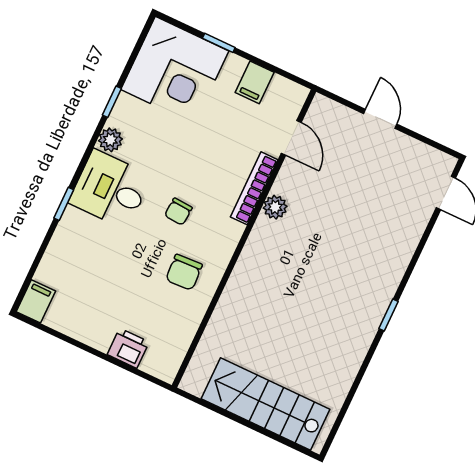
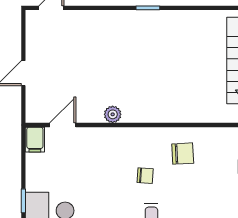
filing cabinet: (255, 82) -> (35, 140), moved, turned 90
bookcase: (254, 188) -> (107, 134), removed

